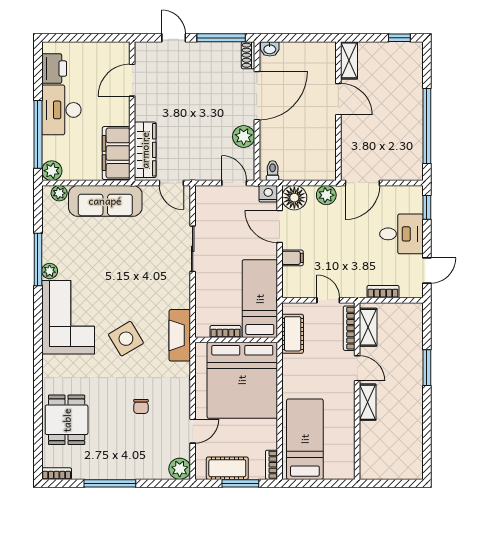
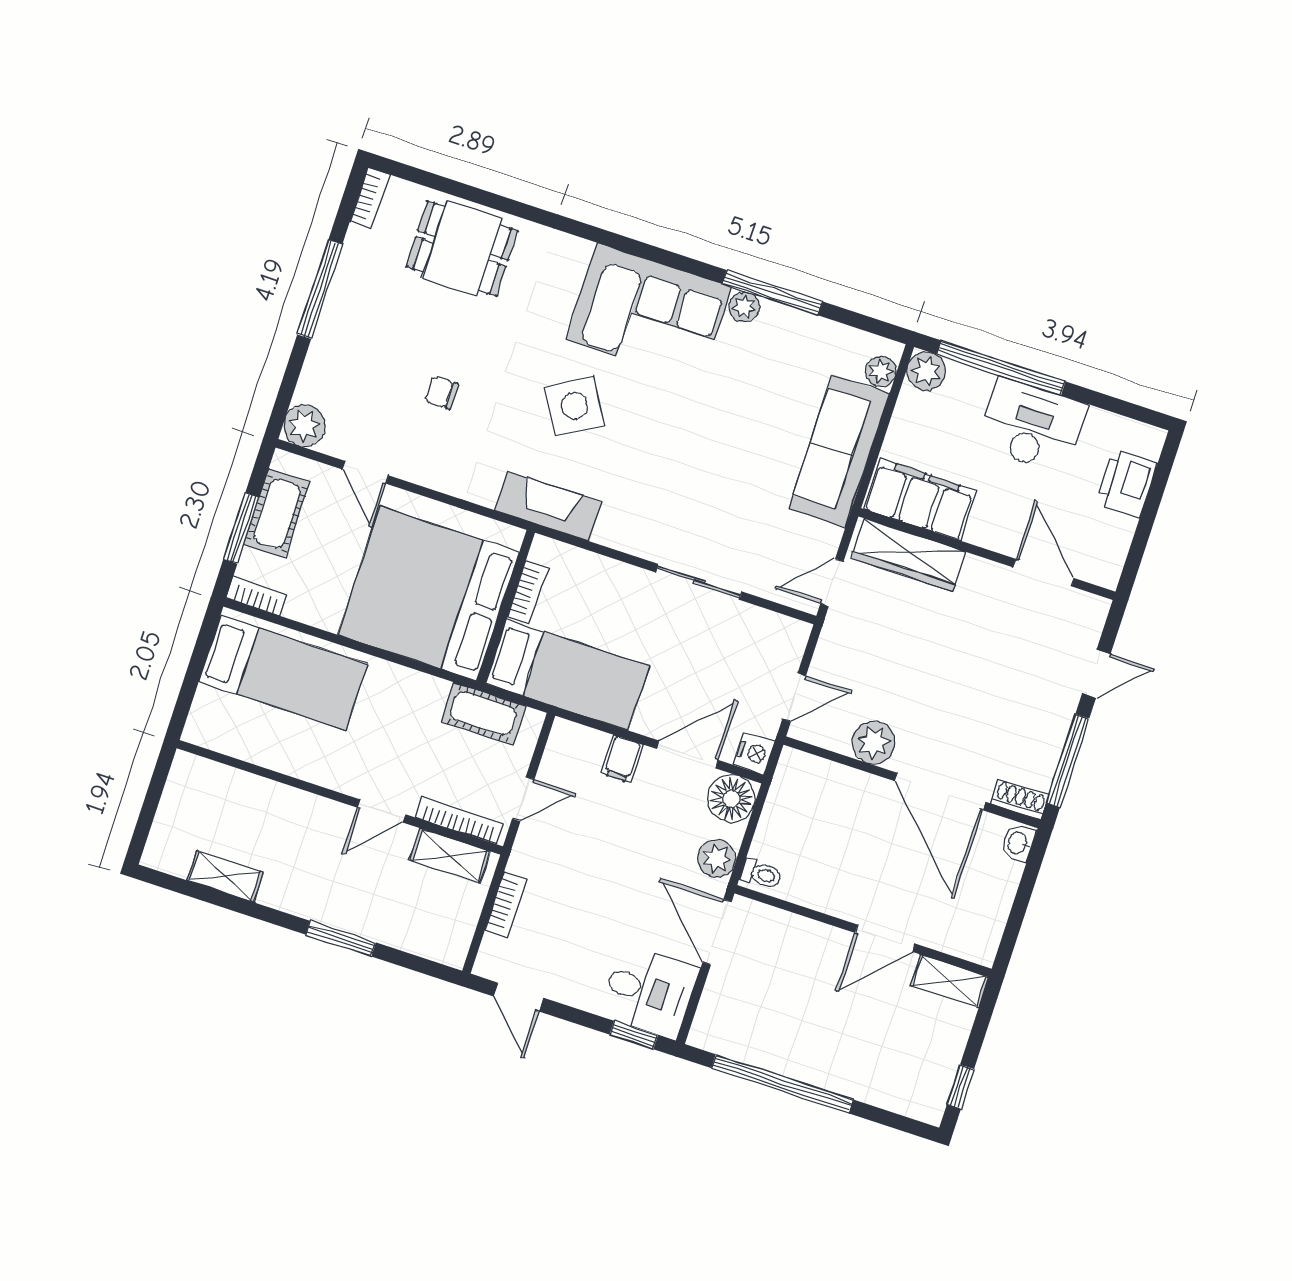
printer: (54, 69) -> (1126, 483), moved, turned 90
toilet: (273, 171) -> (761, 874), moved
desk: (401, 234) -> (649, 992), moved, turned -90
shelving: (368, 402) -> (225, 876), moved

